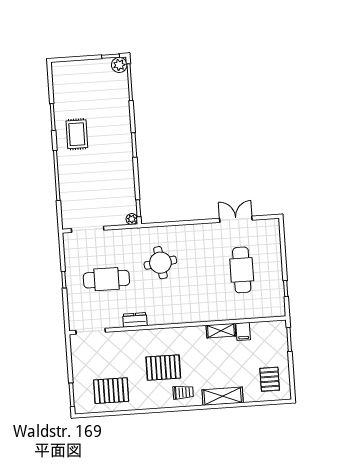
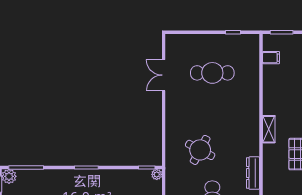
round table: (160, 263) -> (200, 150), turned 36
dresser: (135, 320) -> (253, 173), width x1.44
shelving: (221, 331) -> (269, 129), moved
filing cabinet: (243, 331) -> (271, 58), moved

